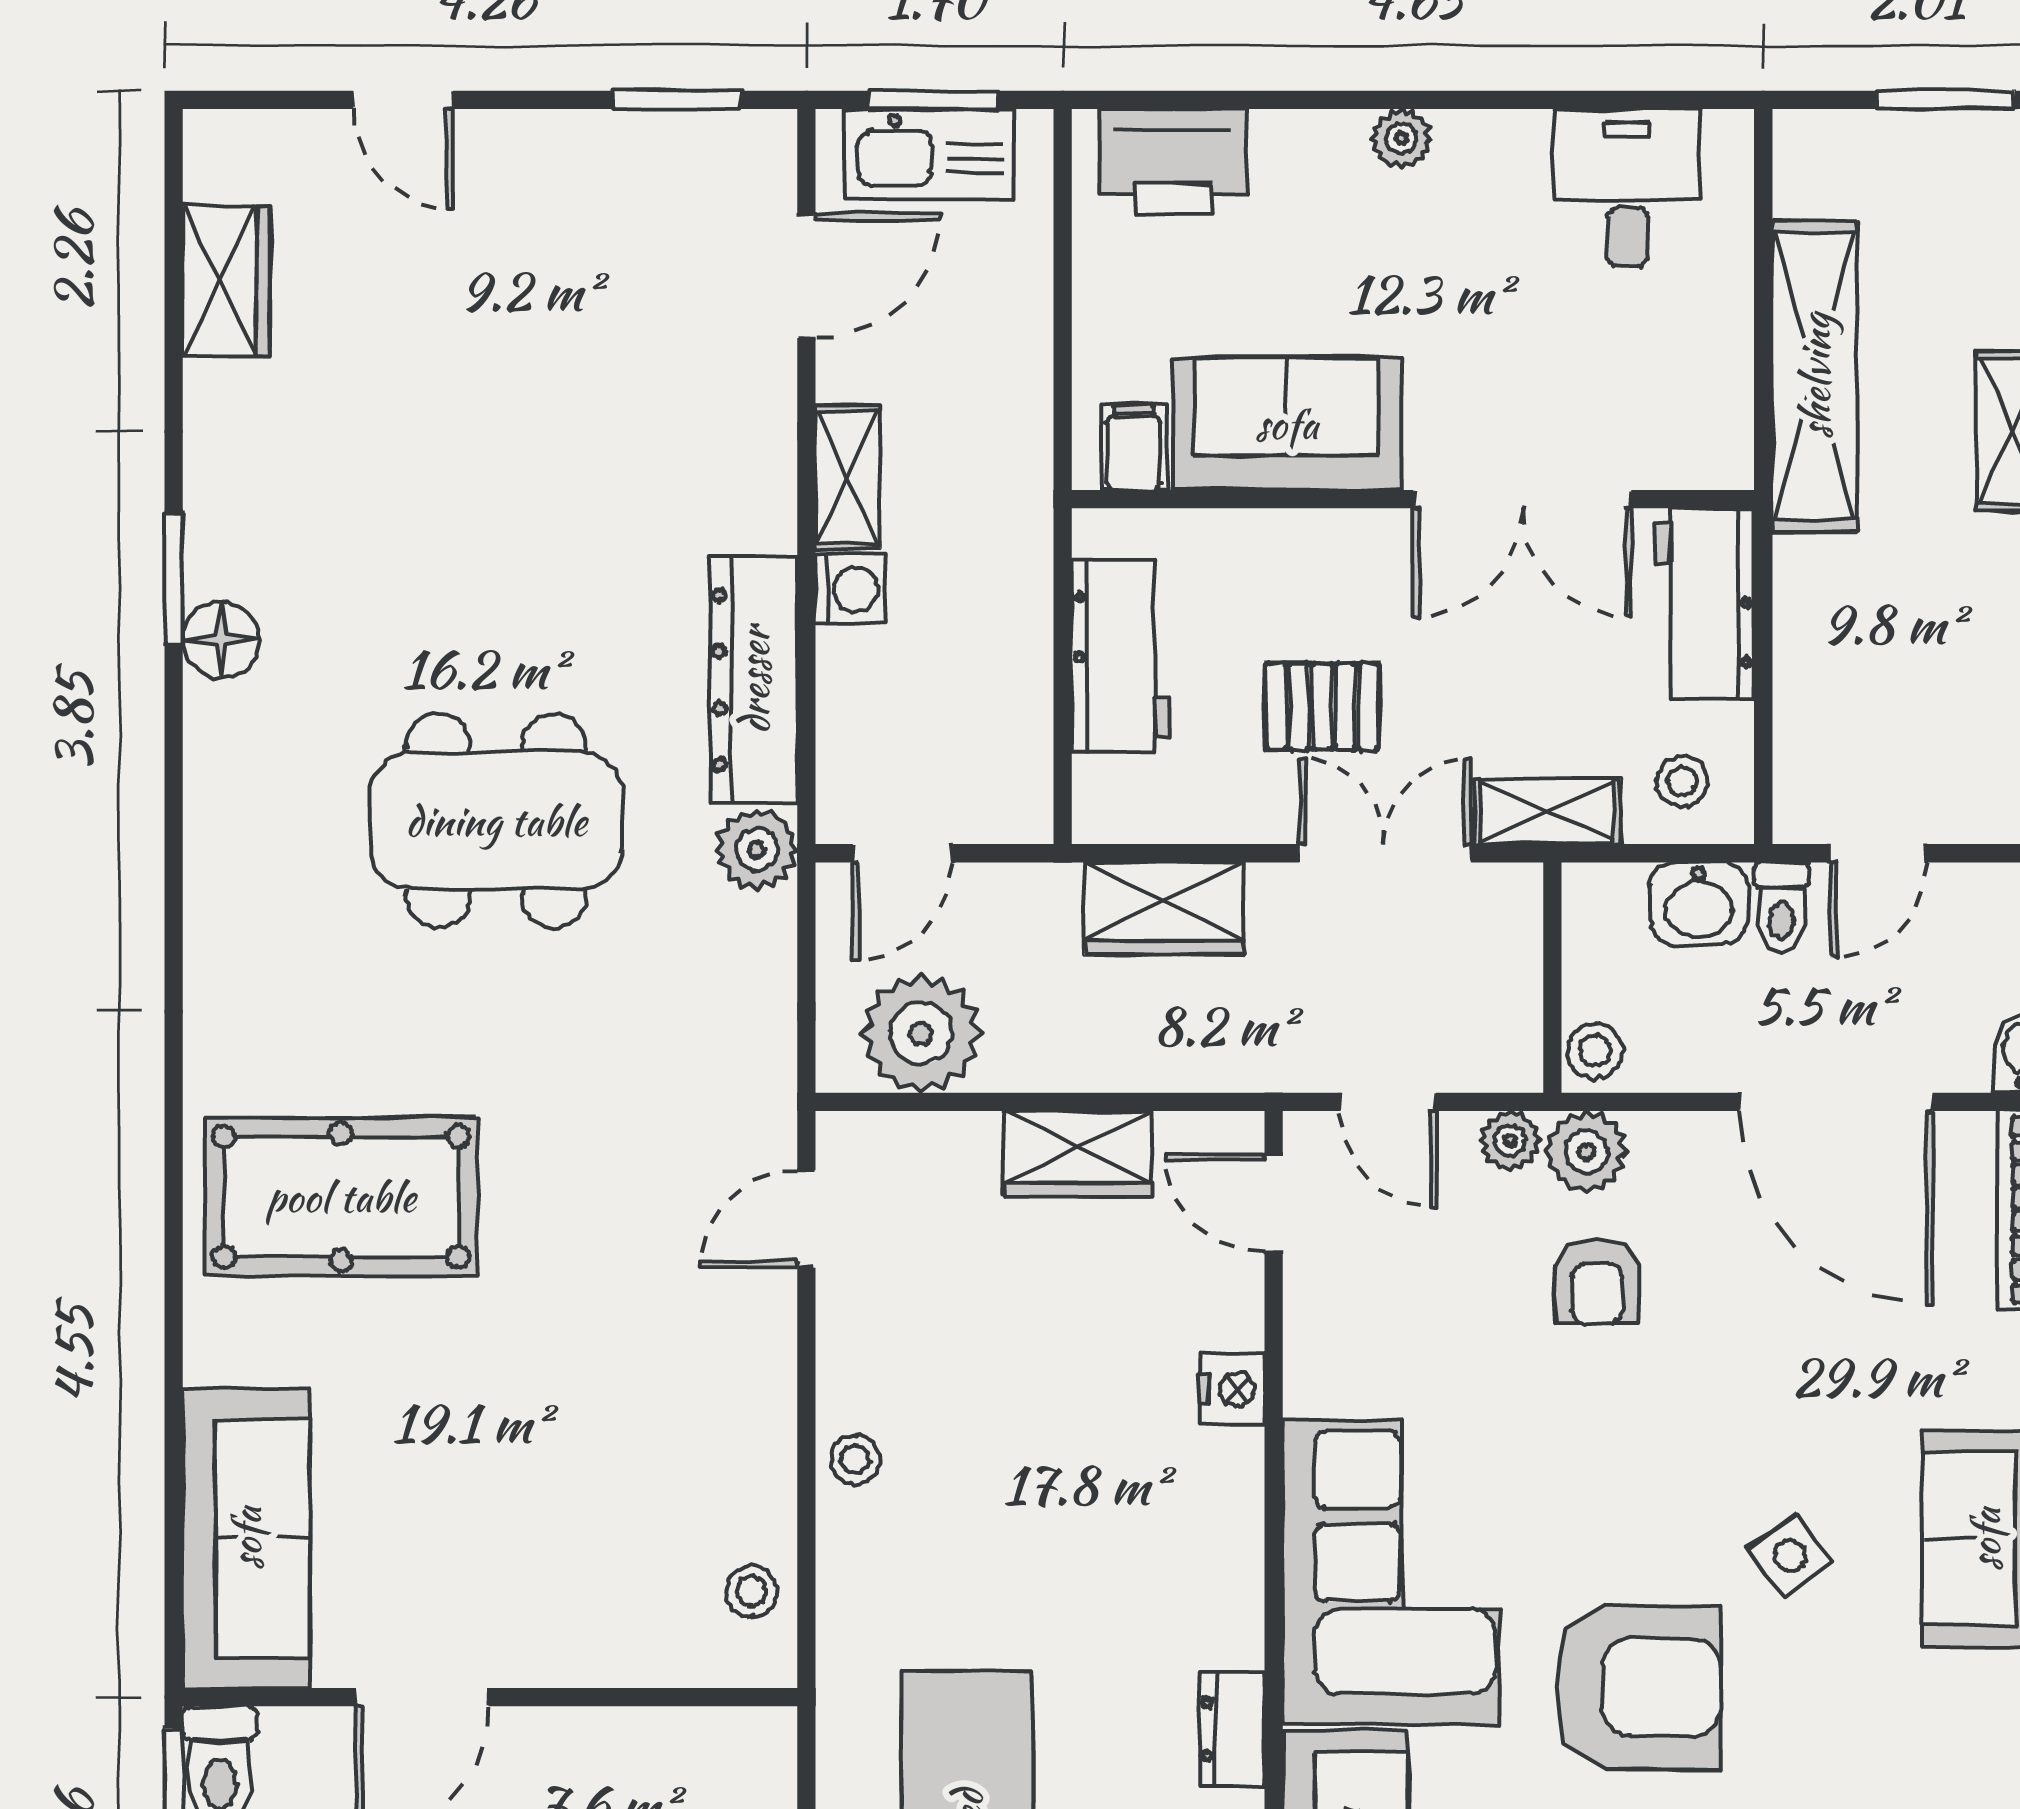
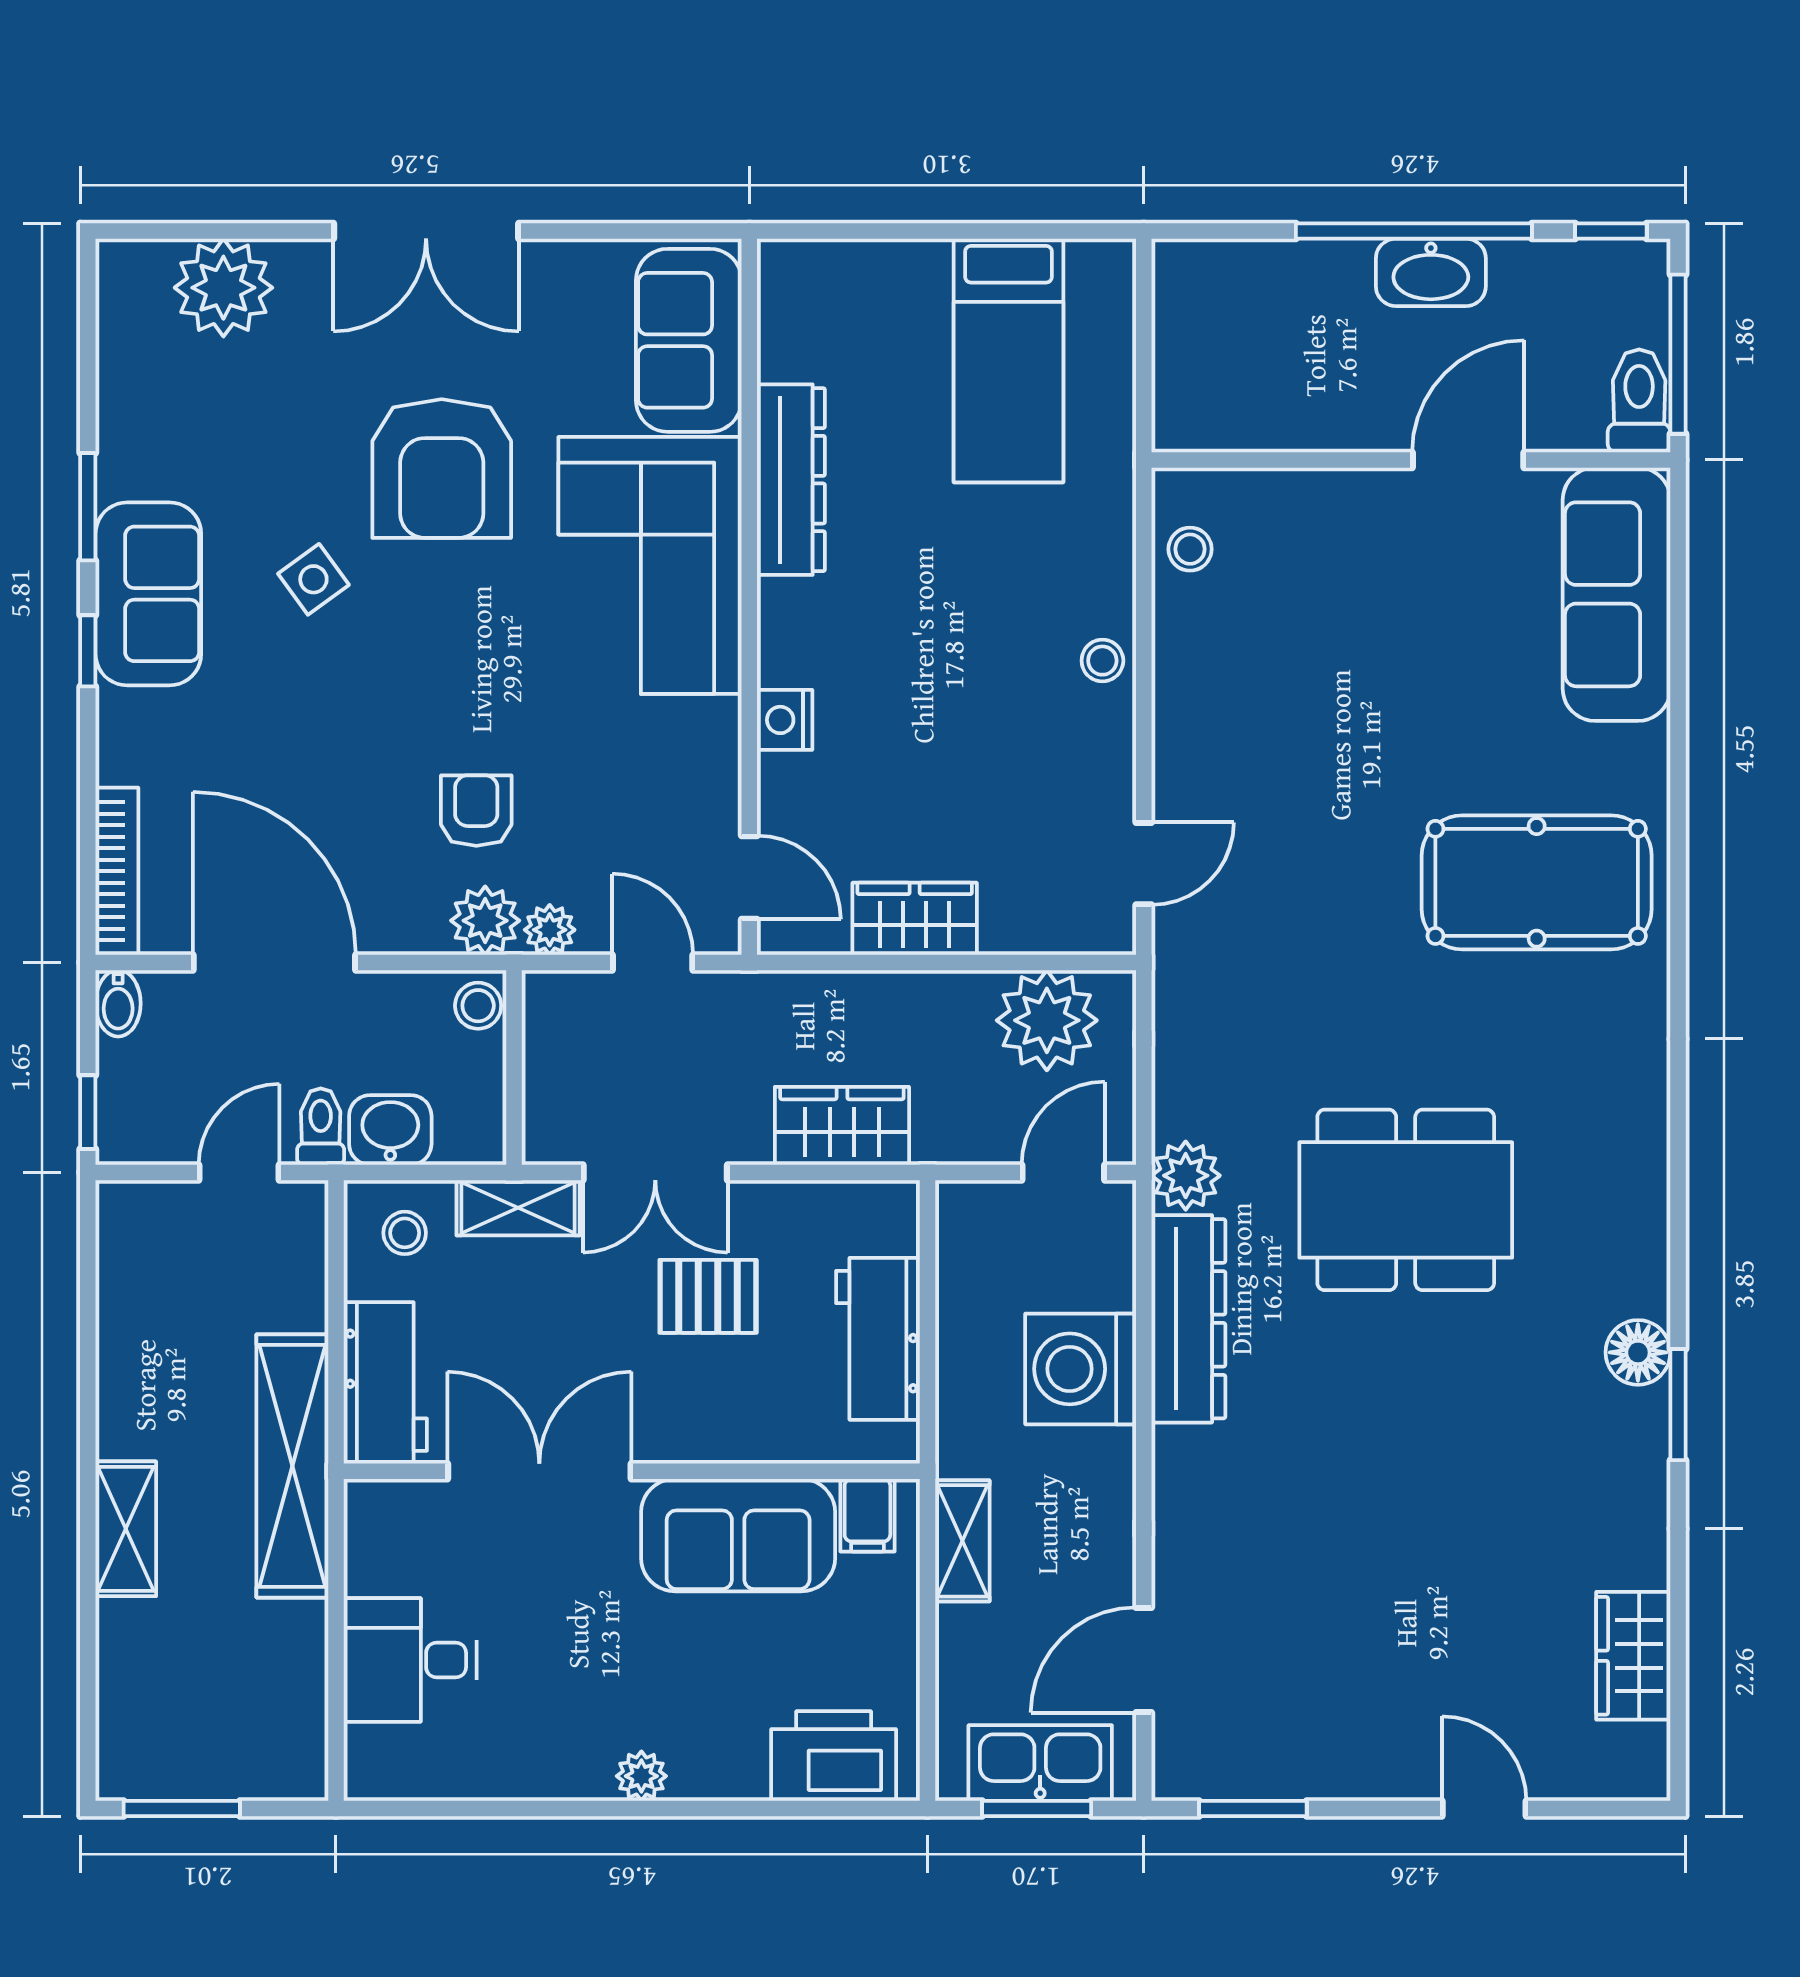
desk: (1627, 188) -> (410, 1660), moved, turned 90
shelving: (1815, 376) -> (292, 1466), moved
shelving: (848, 477) -> (962, 1541), moved
washing machine: (850, 590) -> (1081, 1369), width x1.89, depth x1.89
armchair: (1638, 1687) -> (442, 469), turned -90
dresser: (1232, 1729) -> (791, 480), width x1.96, depth x1.24

